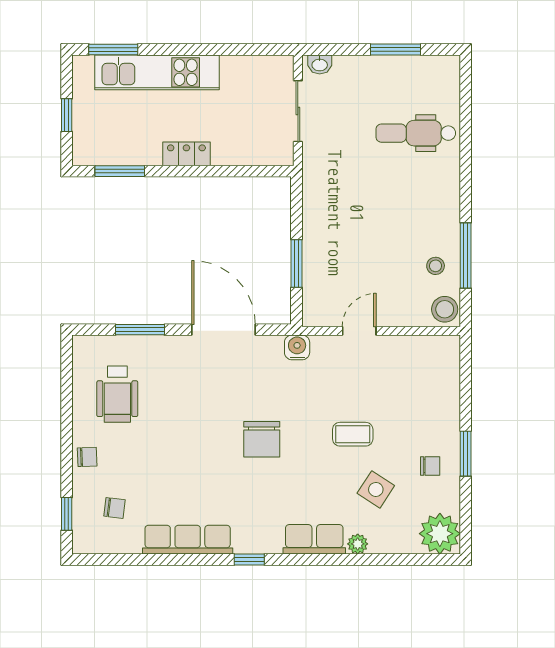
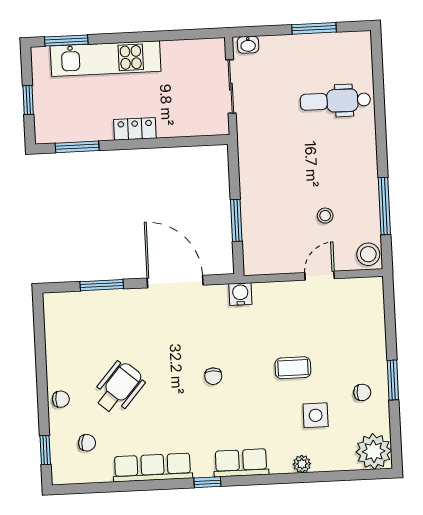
stool: (436, 266) -> (325, 216), moved
door: (359, 331) -> (320, 276), moved
wheelchair: (117, 394) -> (119, 388), moved, turned -139
chair: (262, 439) -> (213, 376), width x0.54, depth x0.54
side table: (376, 489) -> (316, 415), turned -33
row of seats: (314, 539) -> (241, 463), moved

